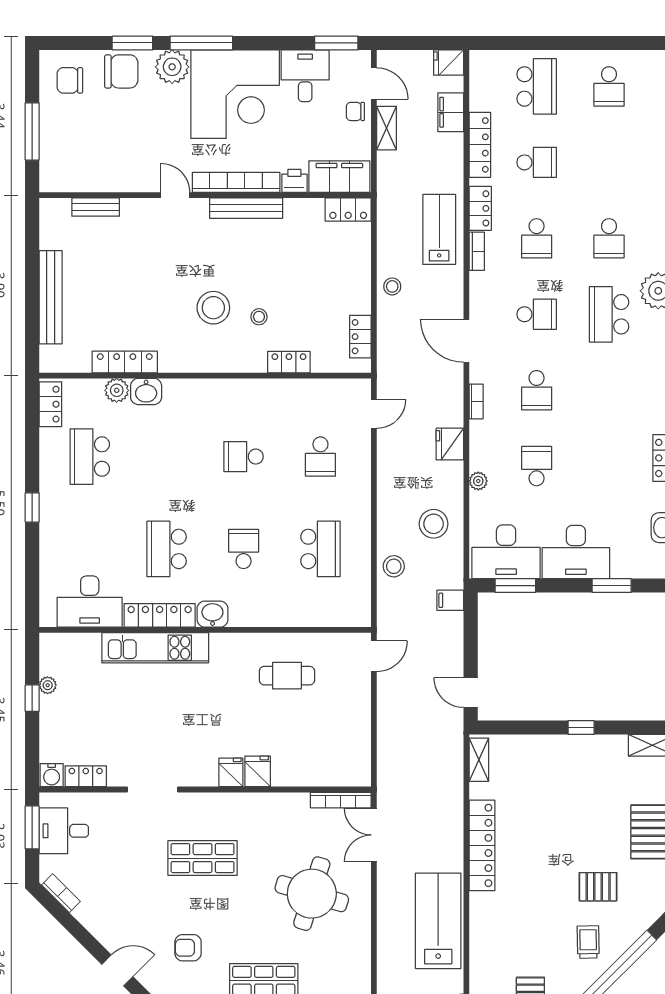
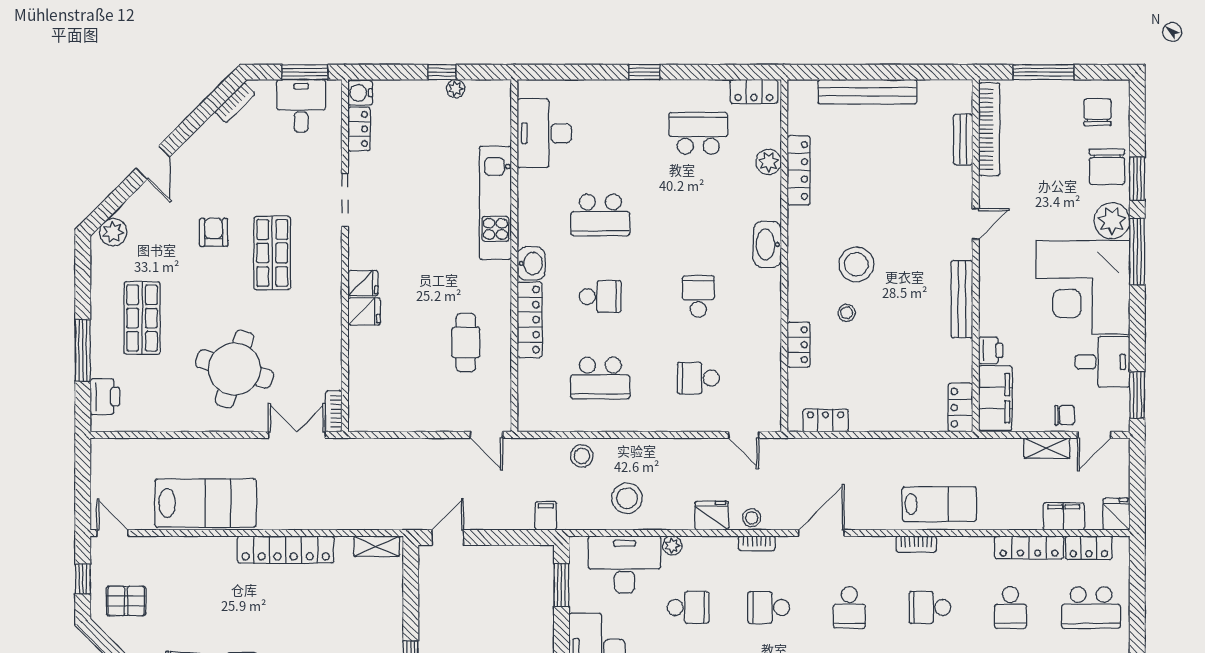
chair: (355, 111) -> (1065, 415), turned 90
bookcase: (236, 182) -> (989, 129), moved
locker: (480, 208) -> (1089, 548), moved
stool: (392, 286) -> (752, 518), moved
washbasin: (146, 391) -> (767, 244), moved, width x1.38
school desk: (167, 549) -> (600, 215), turned 180
desk: (506, 552) -> (625, 564), moved, turned 90
locker: (160, 615) -> (530, 320), moved
bookcase: (341, 800) -> (334, 411), width x0.64
armchair: (188, 948) -> (214, 232), moved

